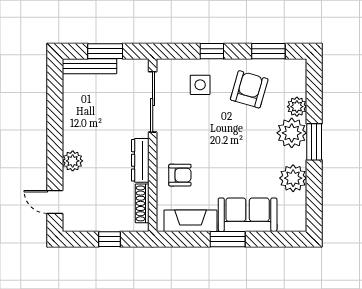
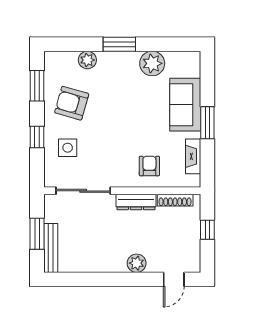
plant: (292, 133) -> (111, 65), removed
fireplace: (190, 221) -> (193, 156), width x0.73, depth x0.76

